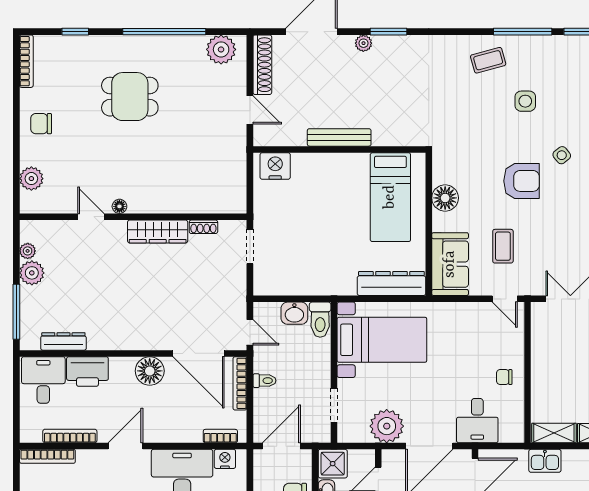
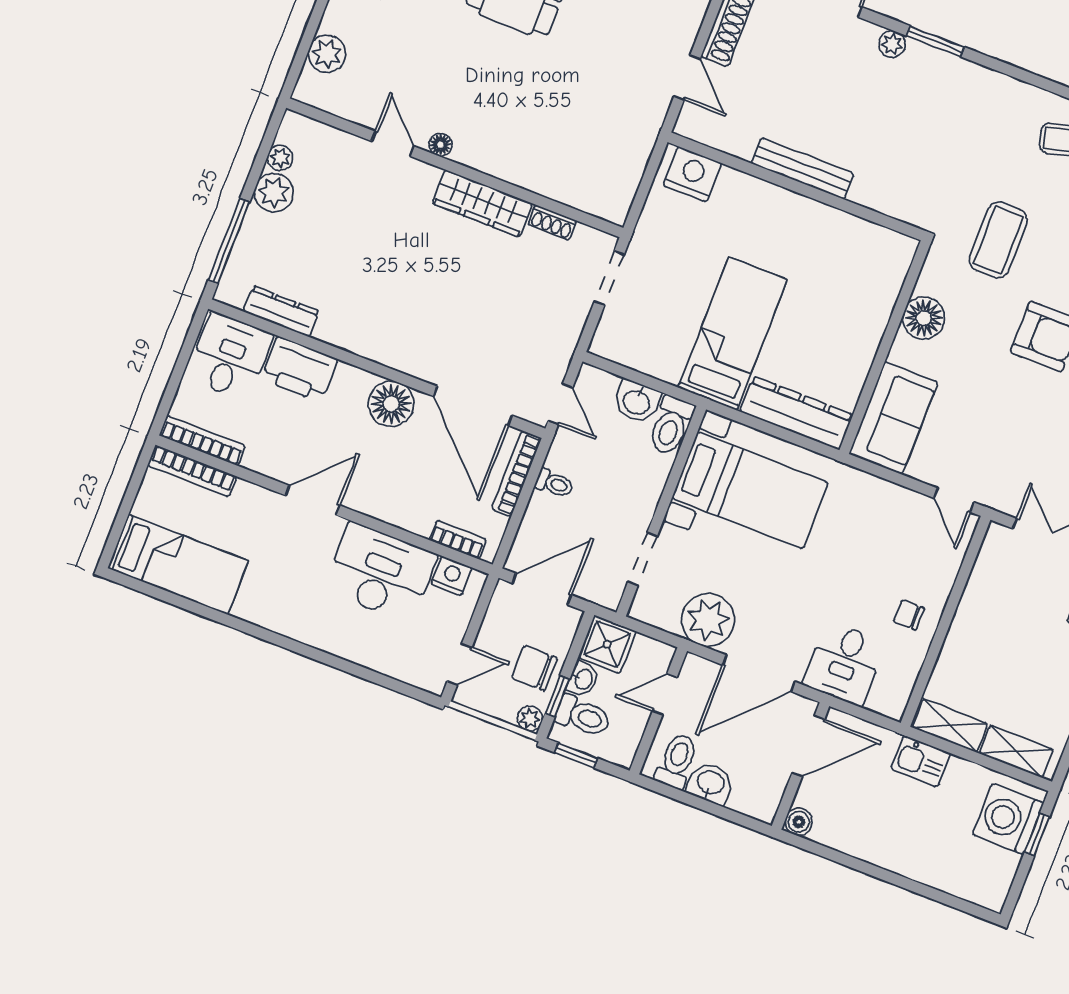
bed: (390, 197) -> (733, 334), moved, turned 180
coffee table: (503, 246) -> (998, 240), moved, width x1.36, depth x1.30
bookcase: (70, 436) -> (202, 441), moved

